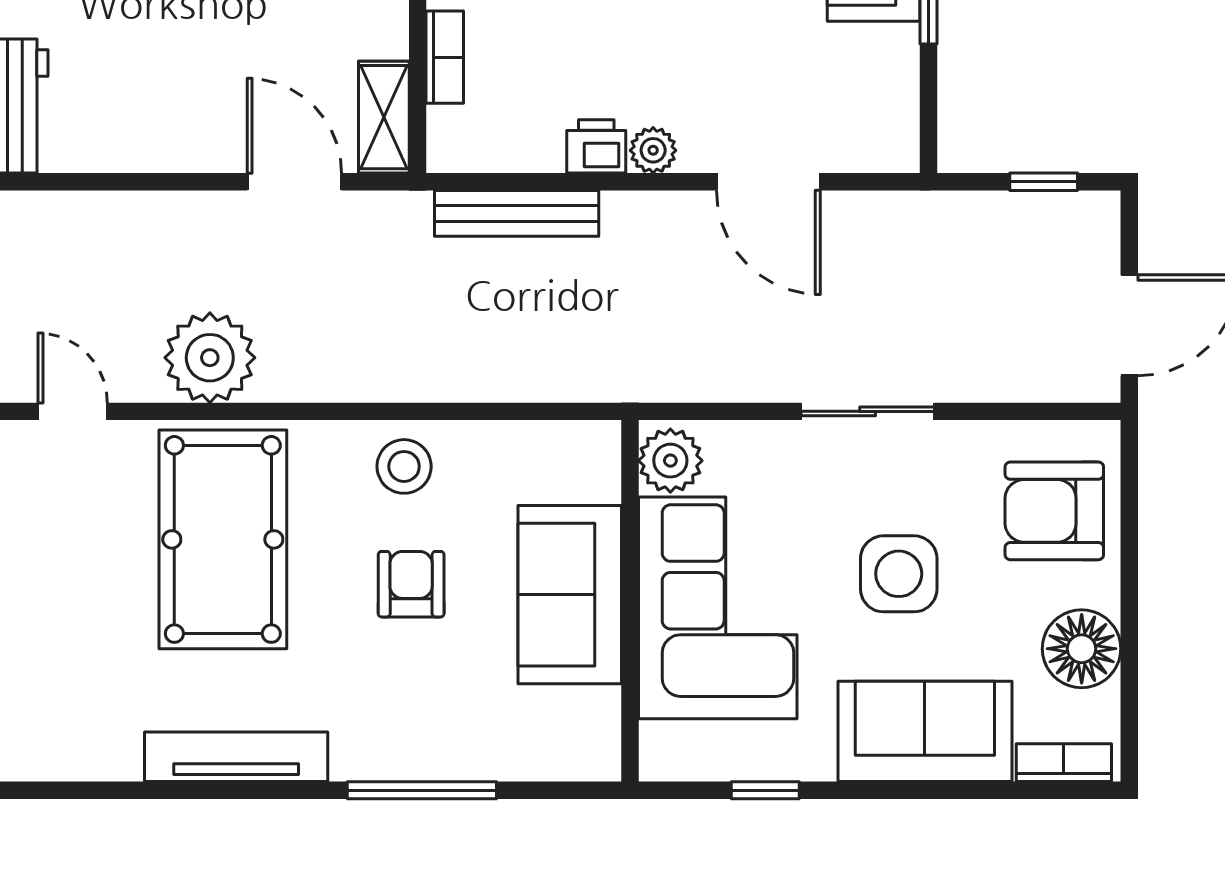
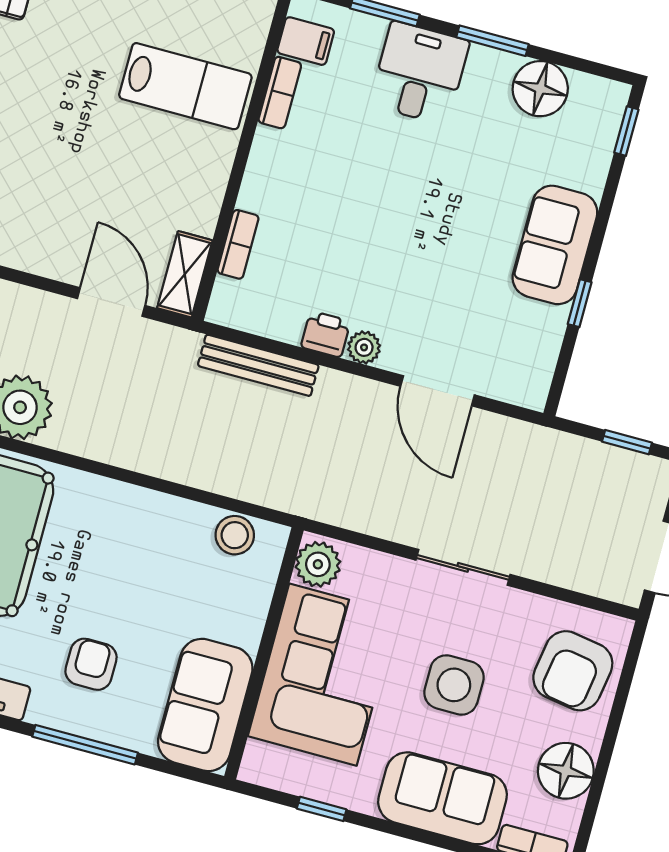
stool: (404, 466) -> (235, 535), moved
armchair: (1054, 511) -> (573, 671), turned -81
armchair: (411, 584) -> (91, 664), moved
sofa: (570, 595) -> (205, 705), moved

